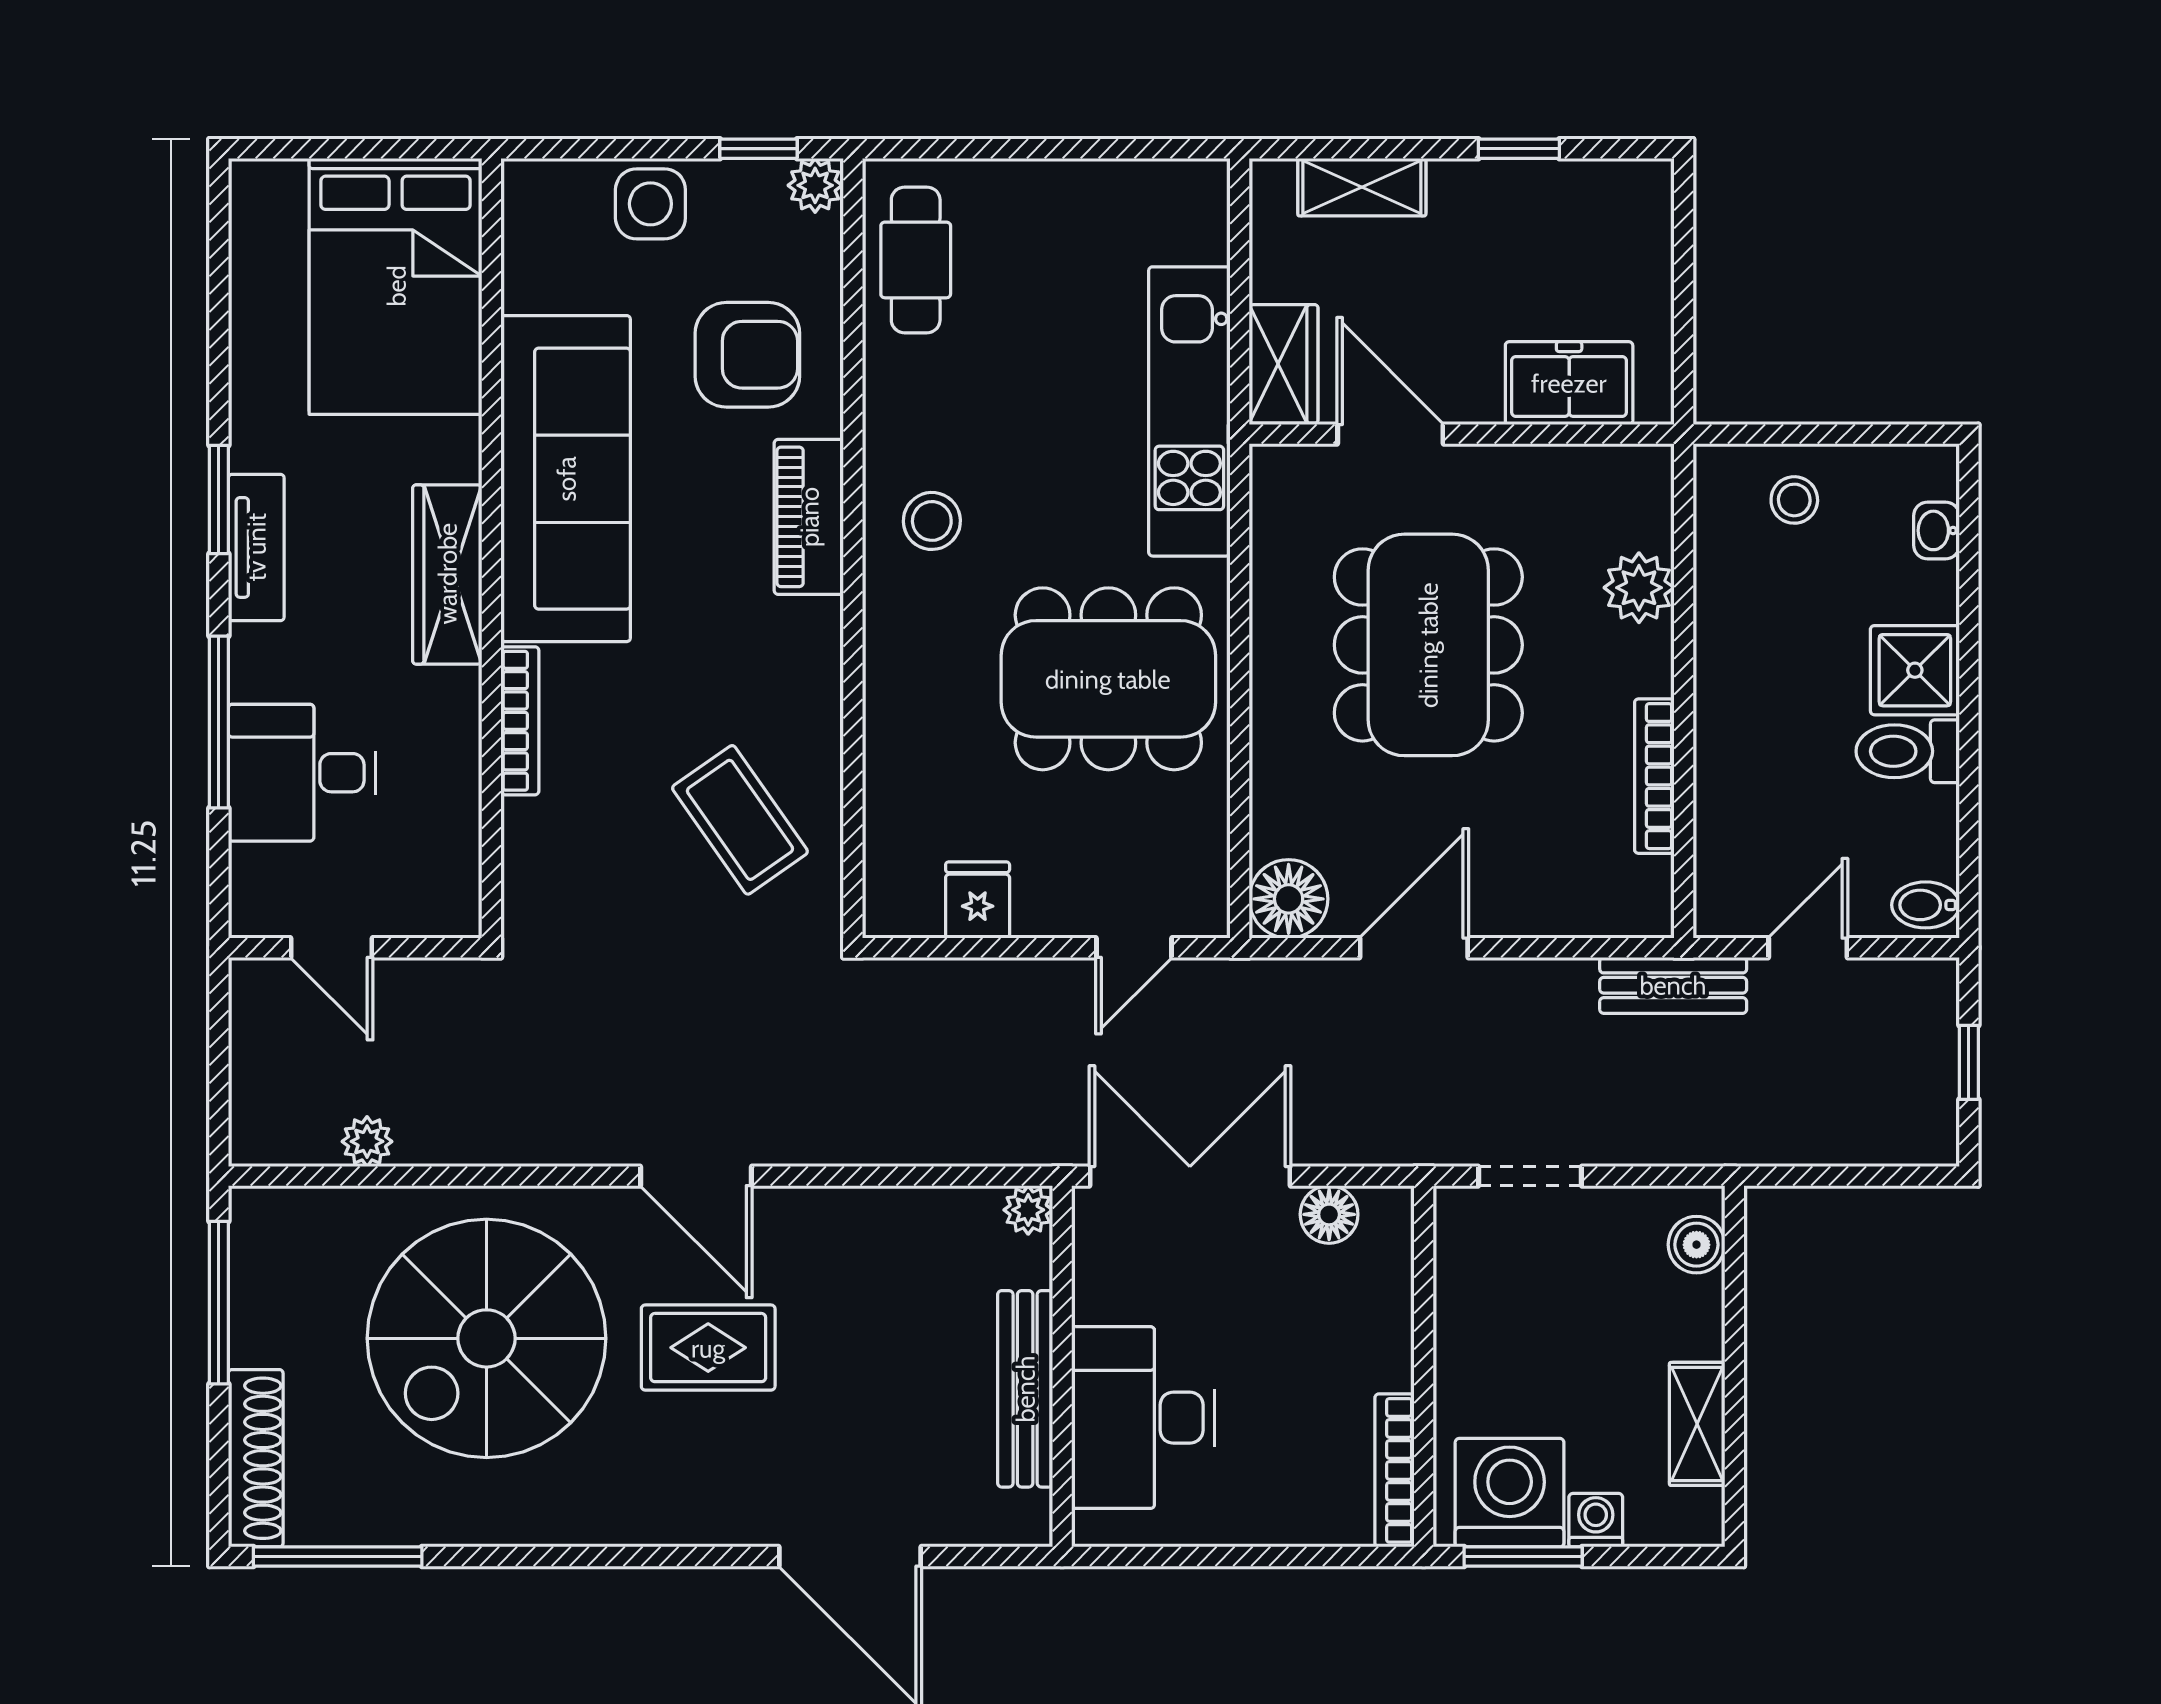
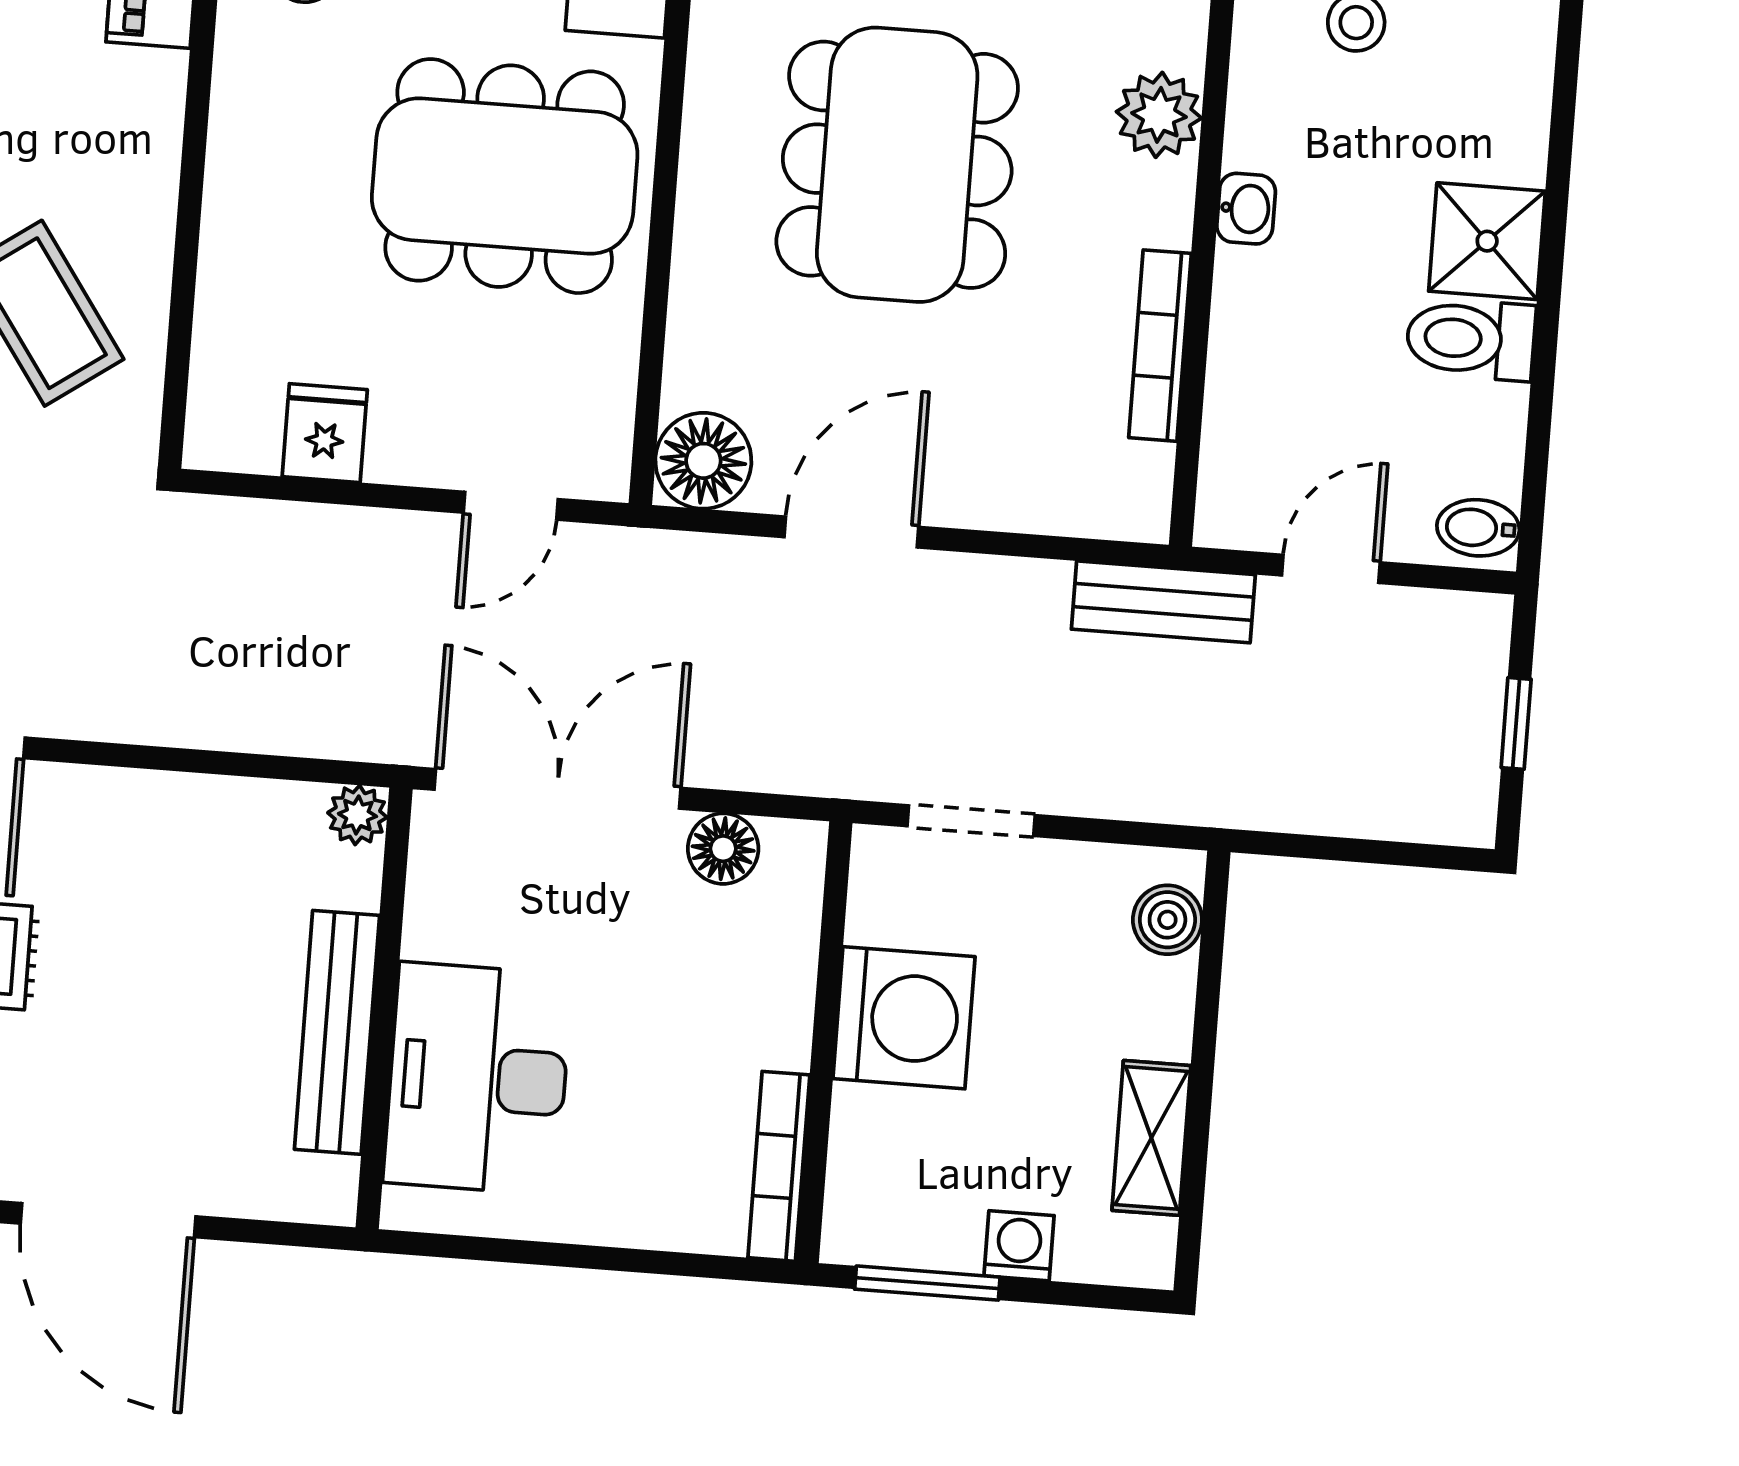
washbasin: (1937, 530) -> (1246, 209), moved, turned 180
washing machine: (1510, 1493) -> (904, 1018), moved, turned 90

